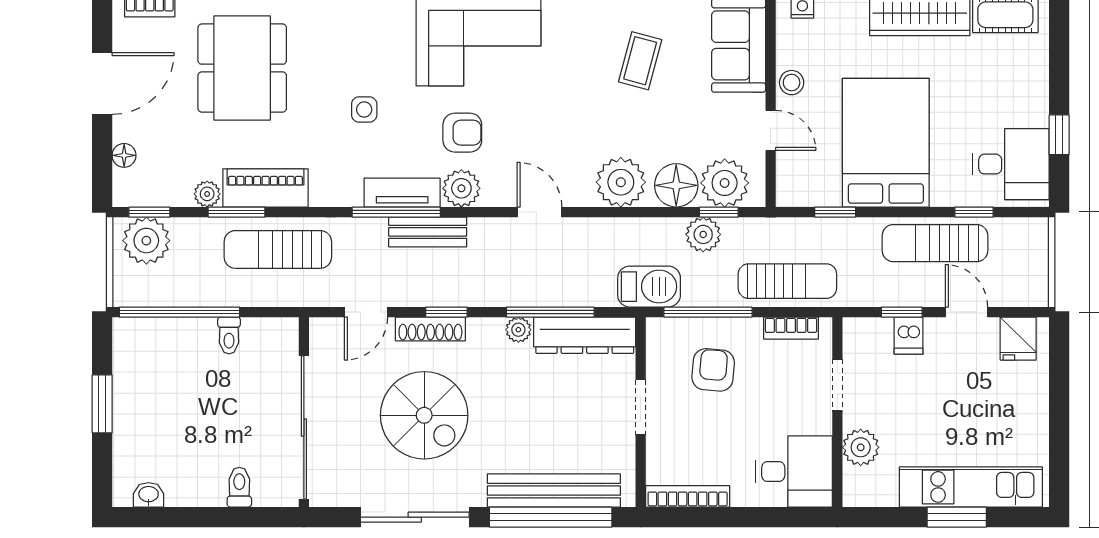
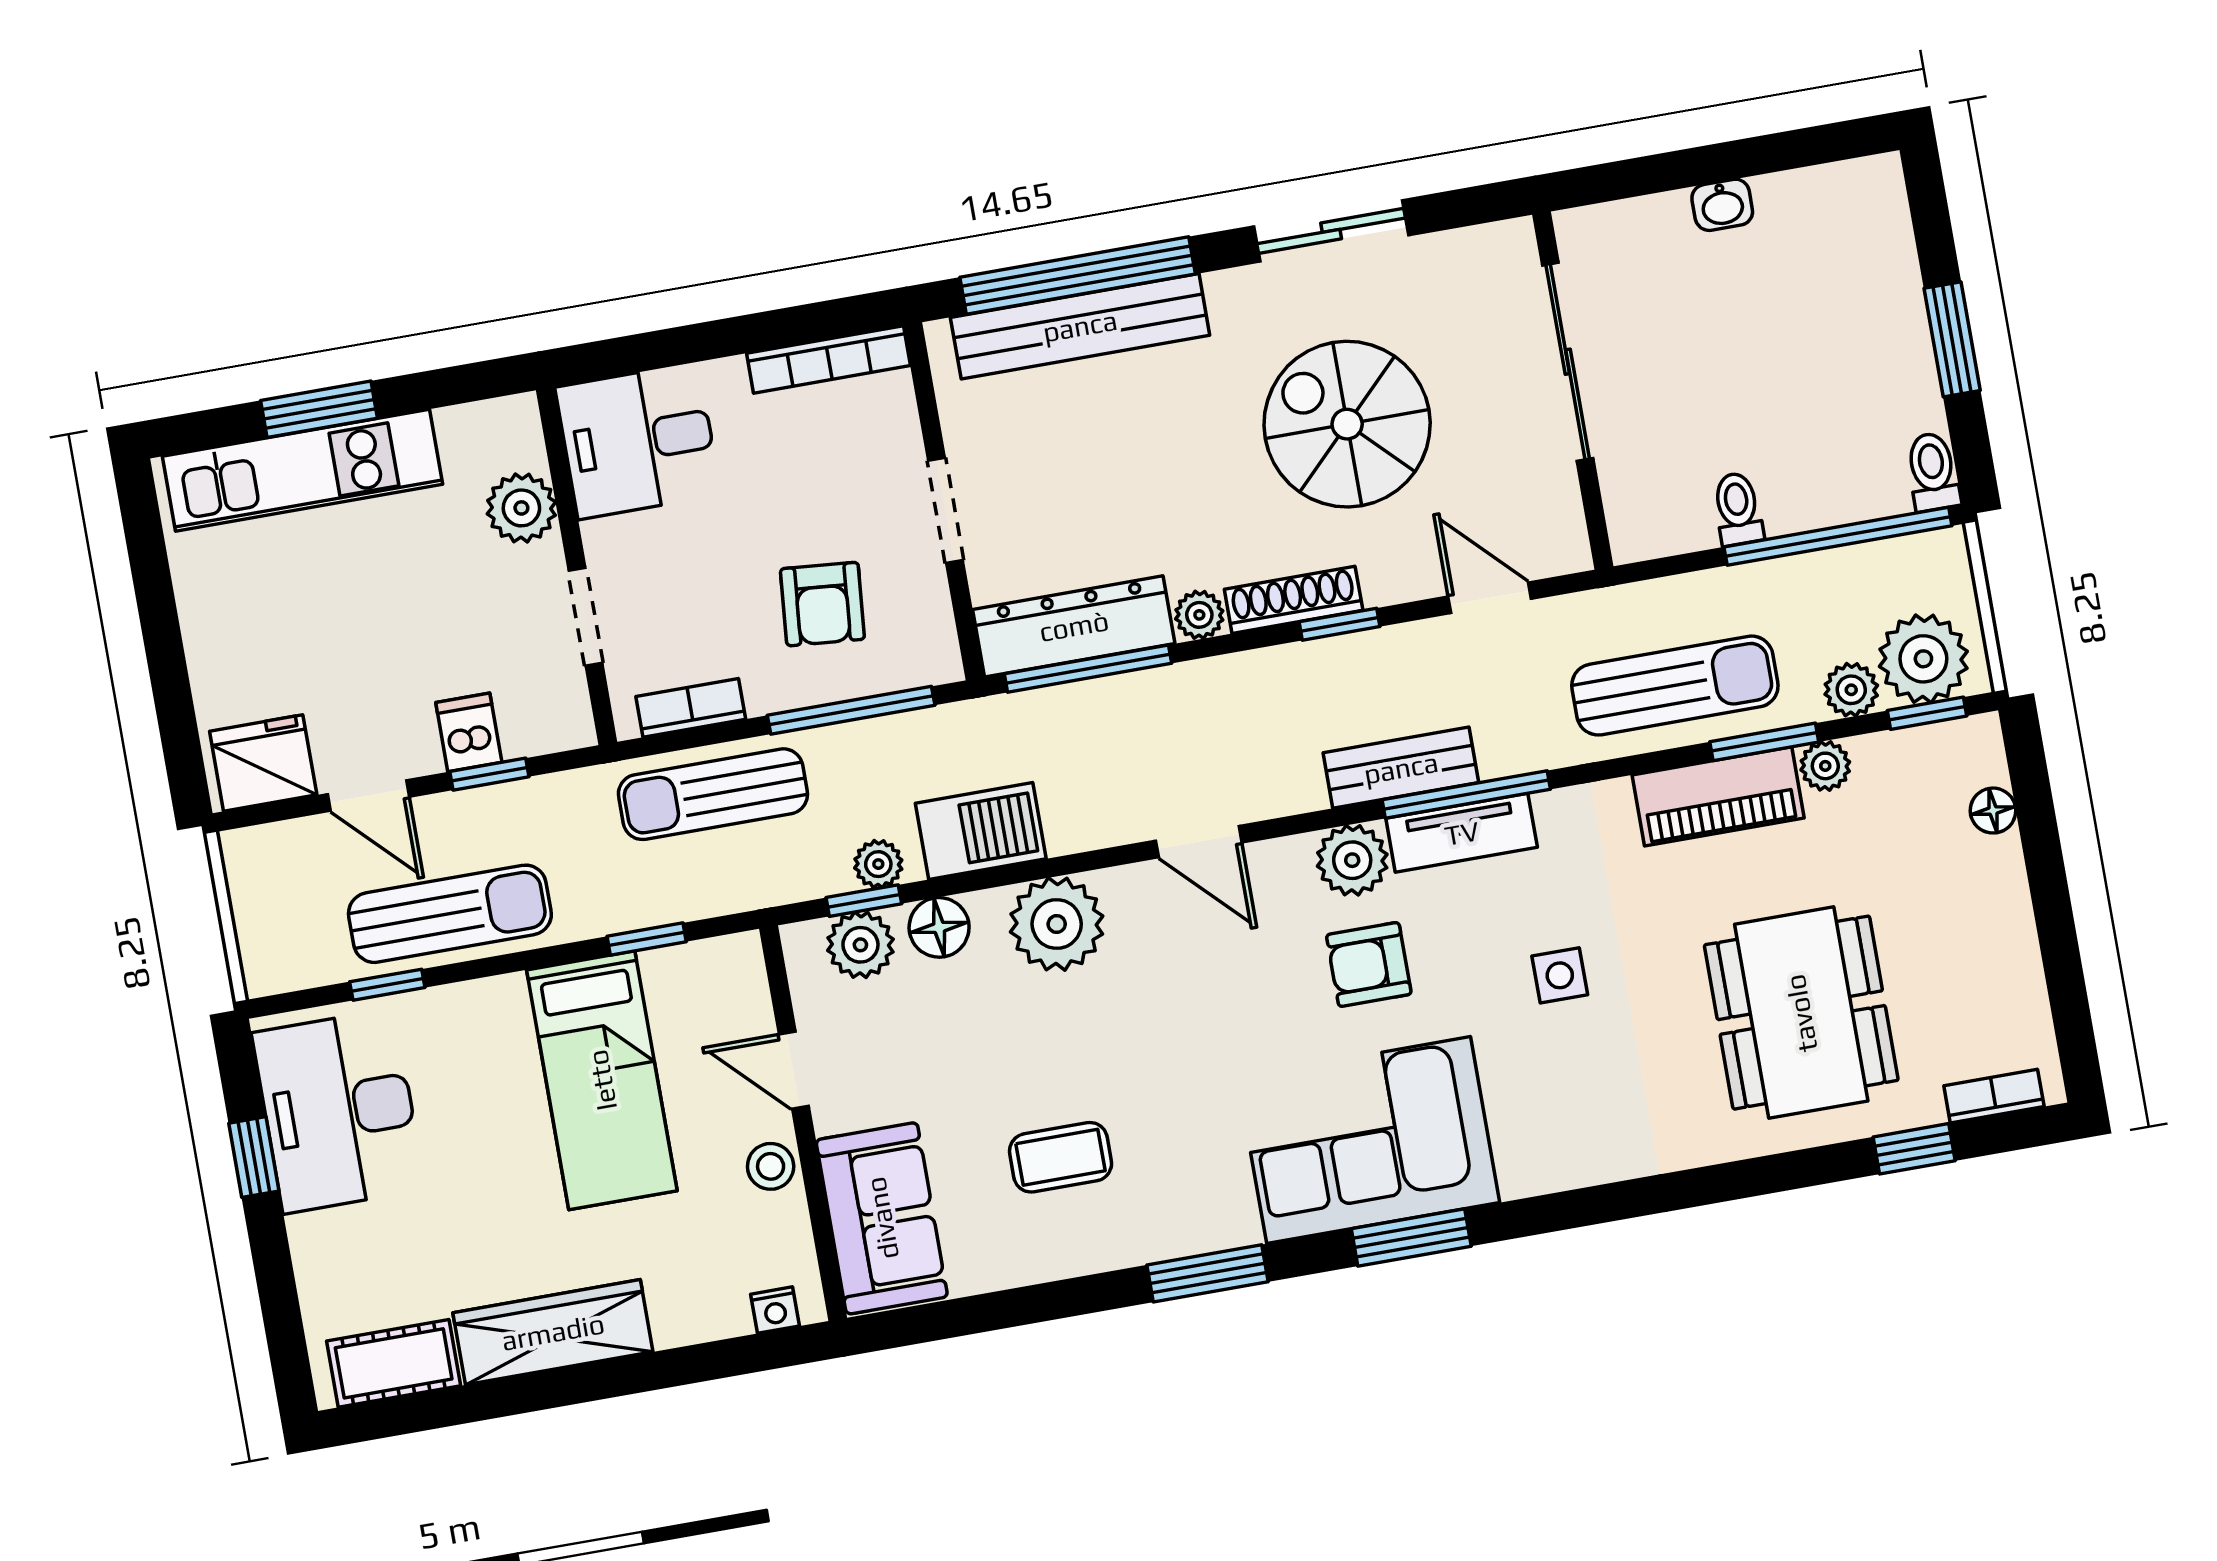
coffee table: (640, 61) -> (1061, 1157), turned 75
door: (102, 84) -> (2058, 938), removed
bed: (886, 143) -> (602, 1080), width x0.67
desk: (1011, 164) -> (339, 1111), width x1.37
plant: (725, 183) -> (860, 945), width x0.73, depth x0.73
floor lamp: (676, 185) -> (939, 927), width x0.73, depth x0.73
plant: (187, 231) -> (1851, 690), added
plant: (703, 234) -> (878, 864), width x0.73, depth x0.73
barbecue: (649, 287) -> (981, 831), moved, turned 180
door: (366, 312) -> (1490, 598), hinge flipped
window: (550, 312) -> (1088, 669), moved
shoe rack: (430, 329) -> (1294, 600), moved
fridge: (1018, 339) -> (263, 763), width x1.38
sliding door: (304, 427) -> (1568, 362), width x0.73
toilet: (239, 487) -> (1933, 472), moved, turned 180
washbasin: (149, 495) -> (1722, 205), moved
sliding door: (415, 517) -> (1331, 231), width x0.73

